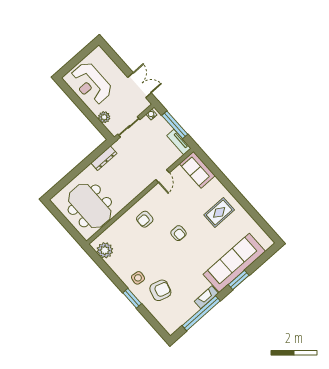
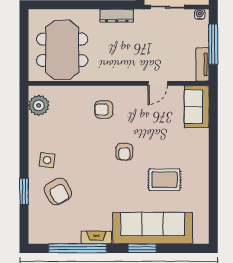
rug: (219, 212) -> (164, 180), moved
armchair: (160, 290) -> (58, 191), turned 44
window: (132, 298) -> (24, 191), moved

